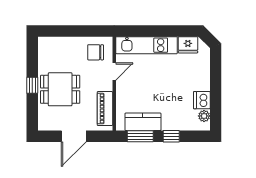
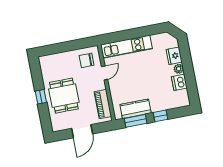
fridge: (188, 45) -> (174, 56), moved, turned 90
dining table: (60, 89) -> (64, 96), turned 90
plant: (204, 116) -> (179, 69), moved

